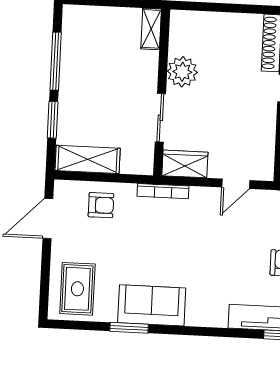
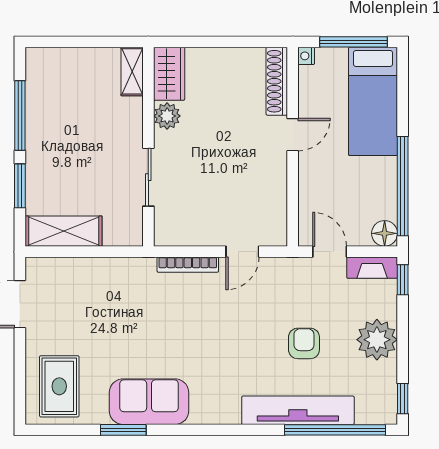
plant: (182, 72) -> (167, 116), width x0.73, depth x0.73
wardrobe: (185, 164) -> (169, 74), moved, turned 90
bookcase: (163, 191) -> (188, 265), moved
armchair: (101, 205) -> (83, 285), removed

